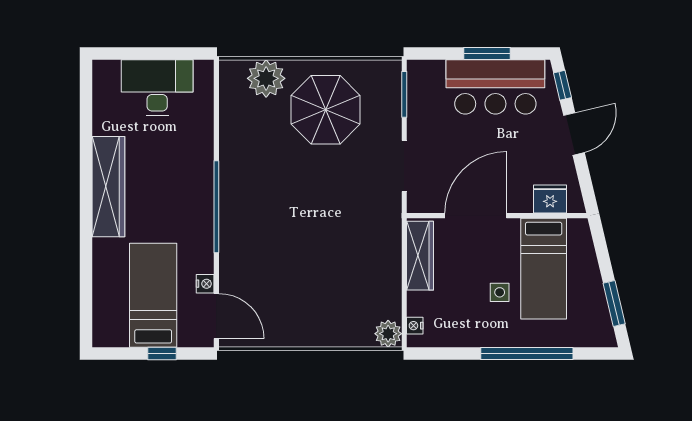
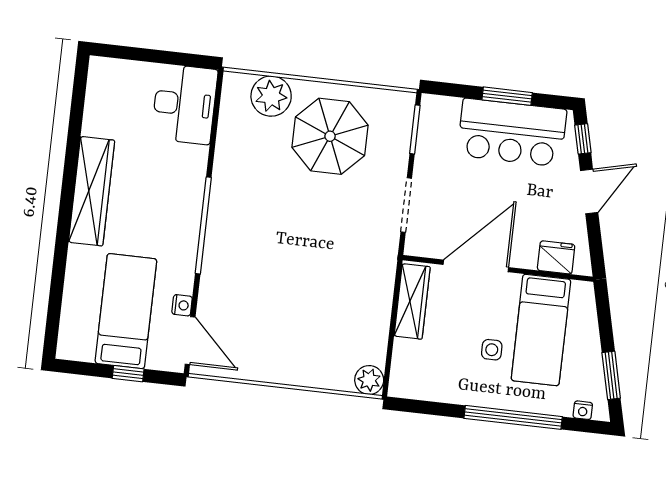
desk: (157, 88) -> (184, 104), moved, turned 90
nightstand: (415, 326) -> (583, 410), moved, turned -90

